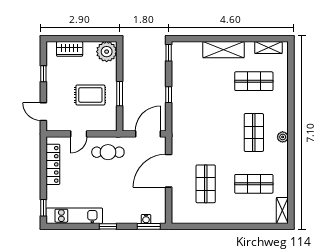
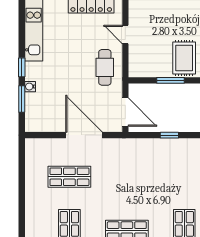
rug: (90, 95) -> (184, 58), moved
water cooler: (146, 219) -> (30, 87), moved
window: (149, 226) -> (22, 99), moved

